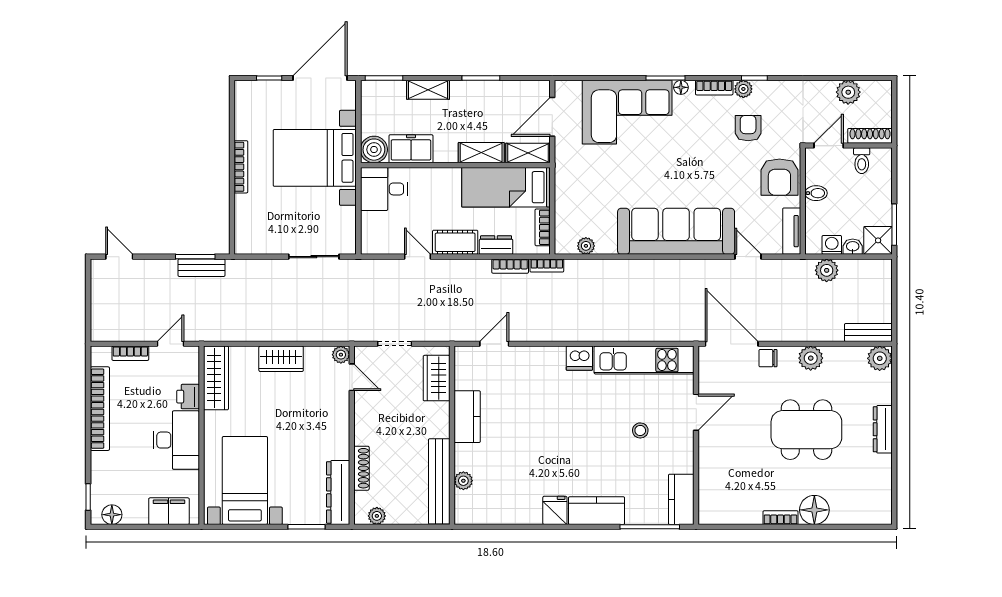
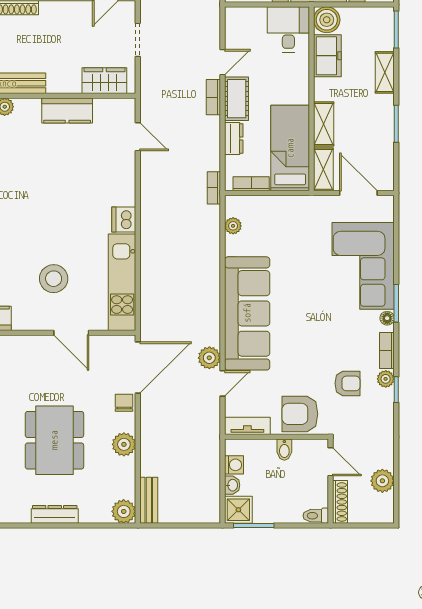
toilet: (862, 161) -> (316, 516), moved
bookcase: (510, 266) -> (213, 97), moved
plant: (827, 270) -> (209, 358), moved
stool: (640, 430) -> (54, 279), width x1.89, depth x1.89

